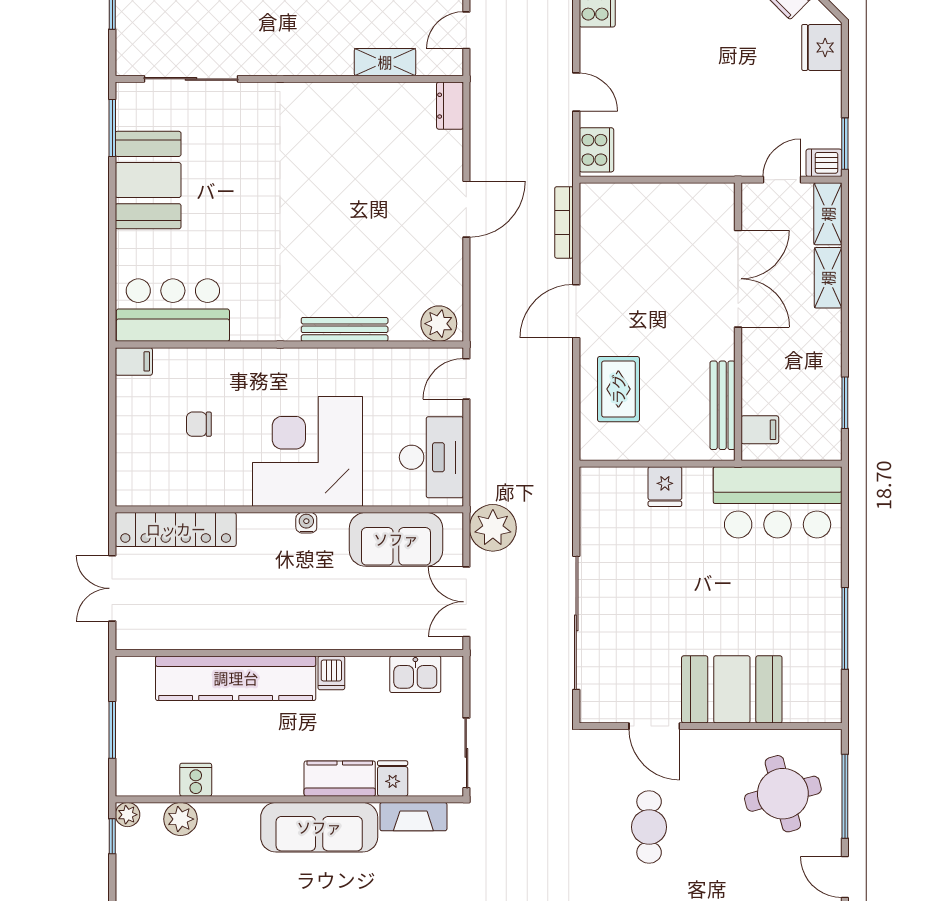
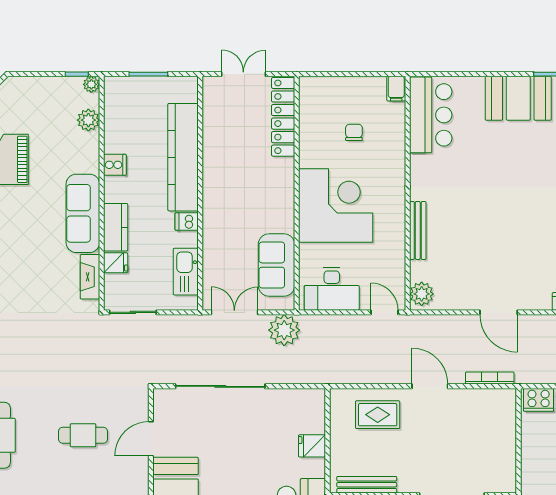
water cooler: (306, 523) -> (288, 205), removed
kitchen sink: (415, 674) -> (186, 272), width x1.38
cooker: (196, 780) -> (115, 165), moved

